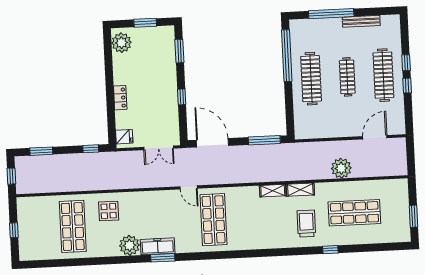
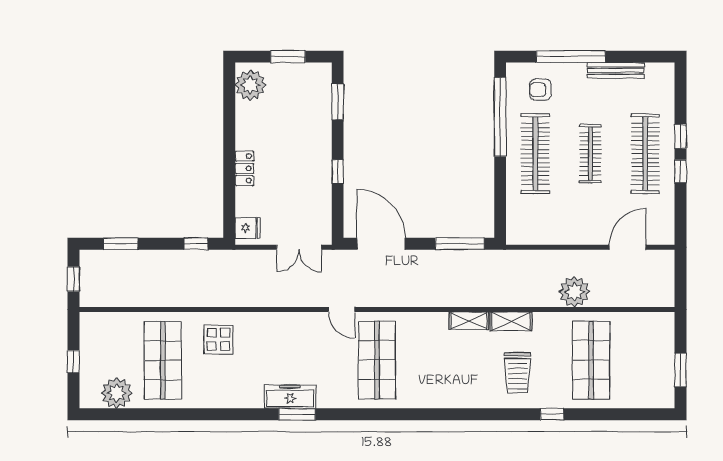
armchair: (312, 36) -> (540, 90), added
shop shelf: (354, 213) -> (591, 360), turned 90
trolley: (306, 224) -> (517, 373), turned 180
plant: (129, 245) -> (117, 393), moved

